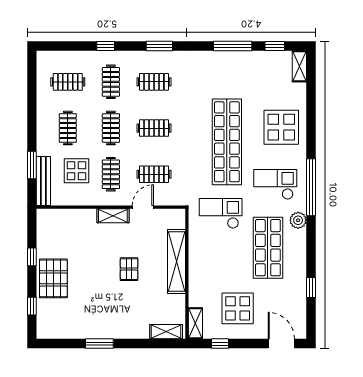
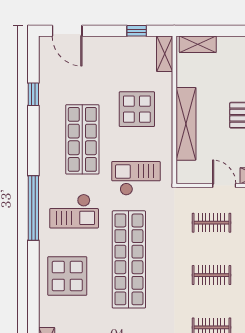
door: (143, 207) -> (224, 186), swing flipped
checkout: (221, 213) -> (136, 178), turned 180
plant: (298, 220) -> (48, 171), removed
display table: (238, 308) -> (137, 109), moved

